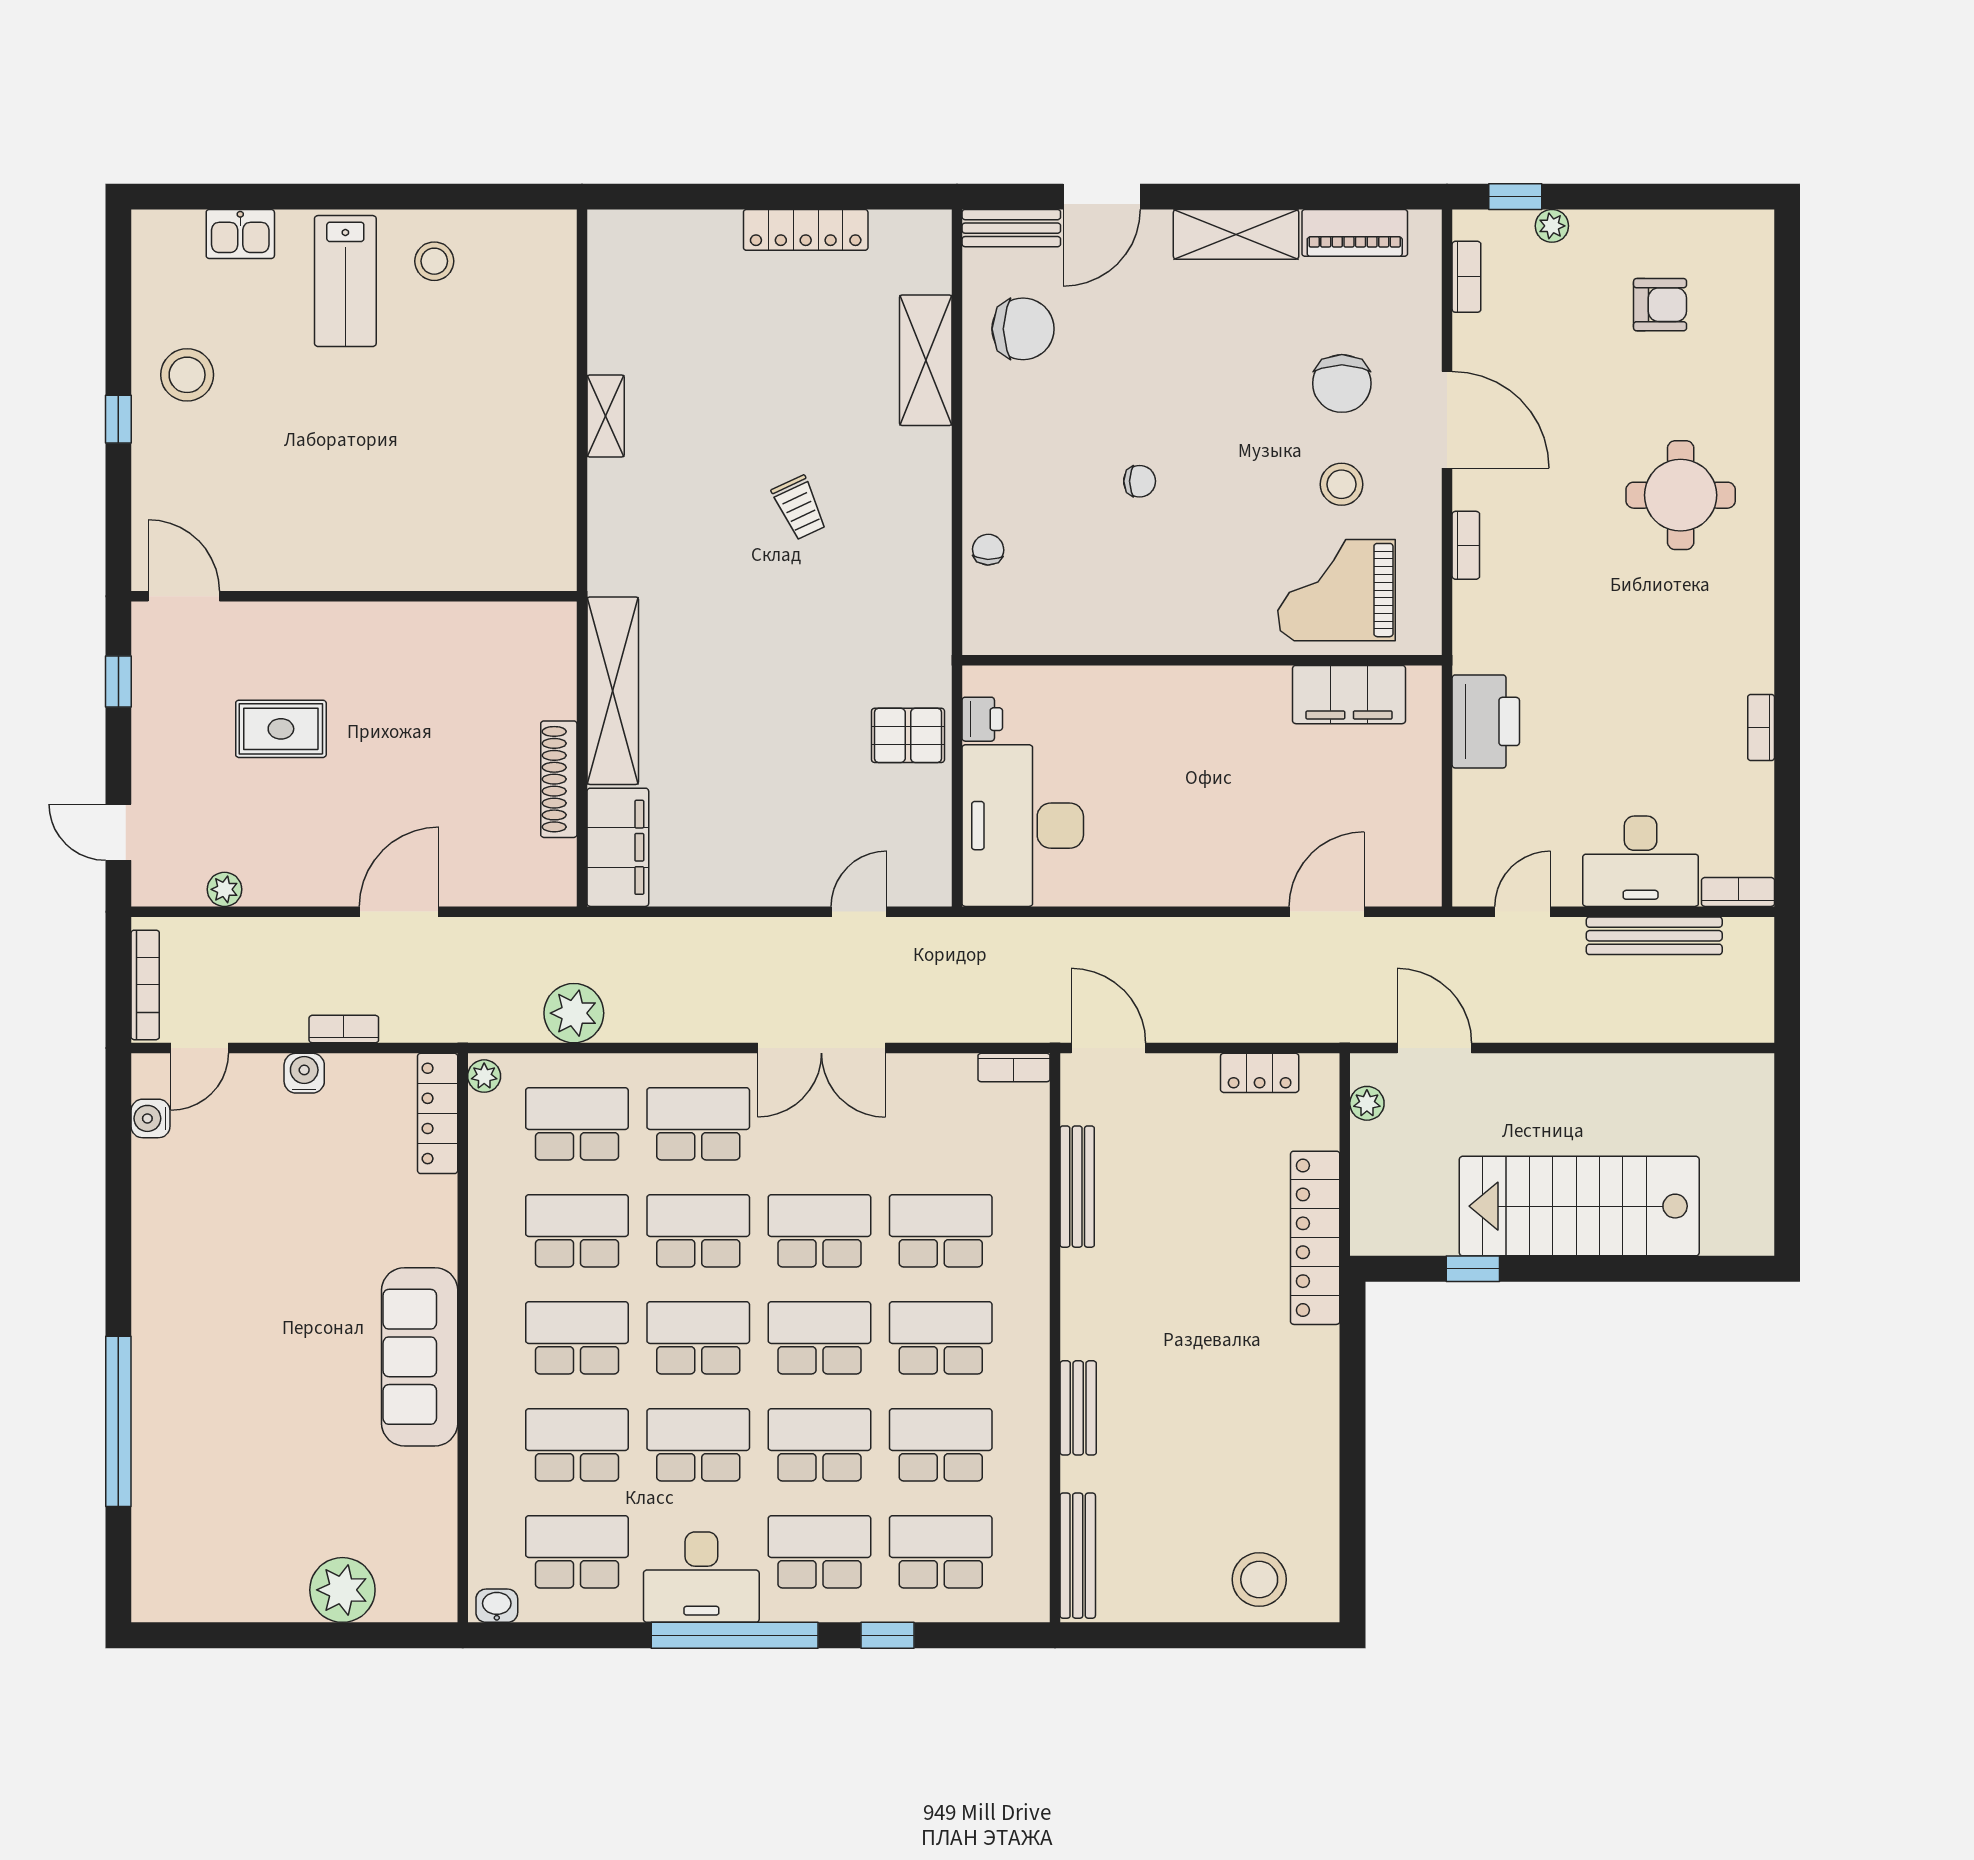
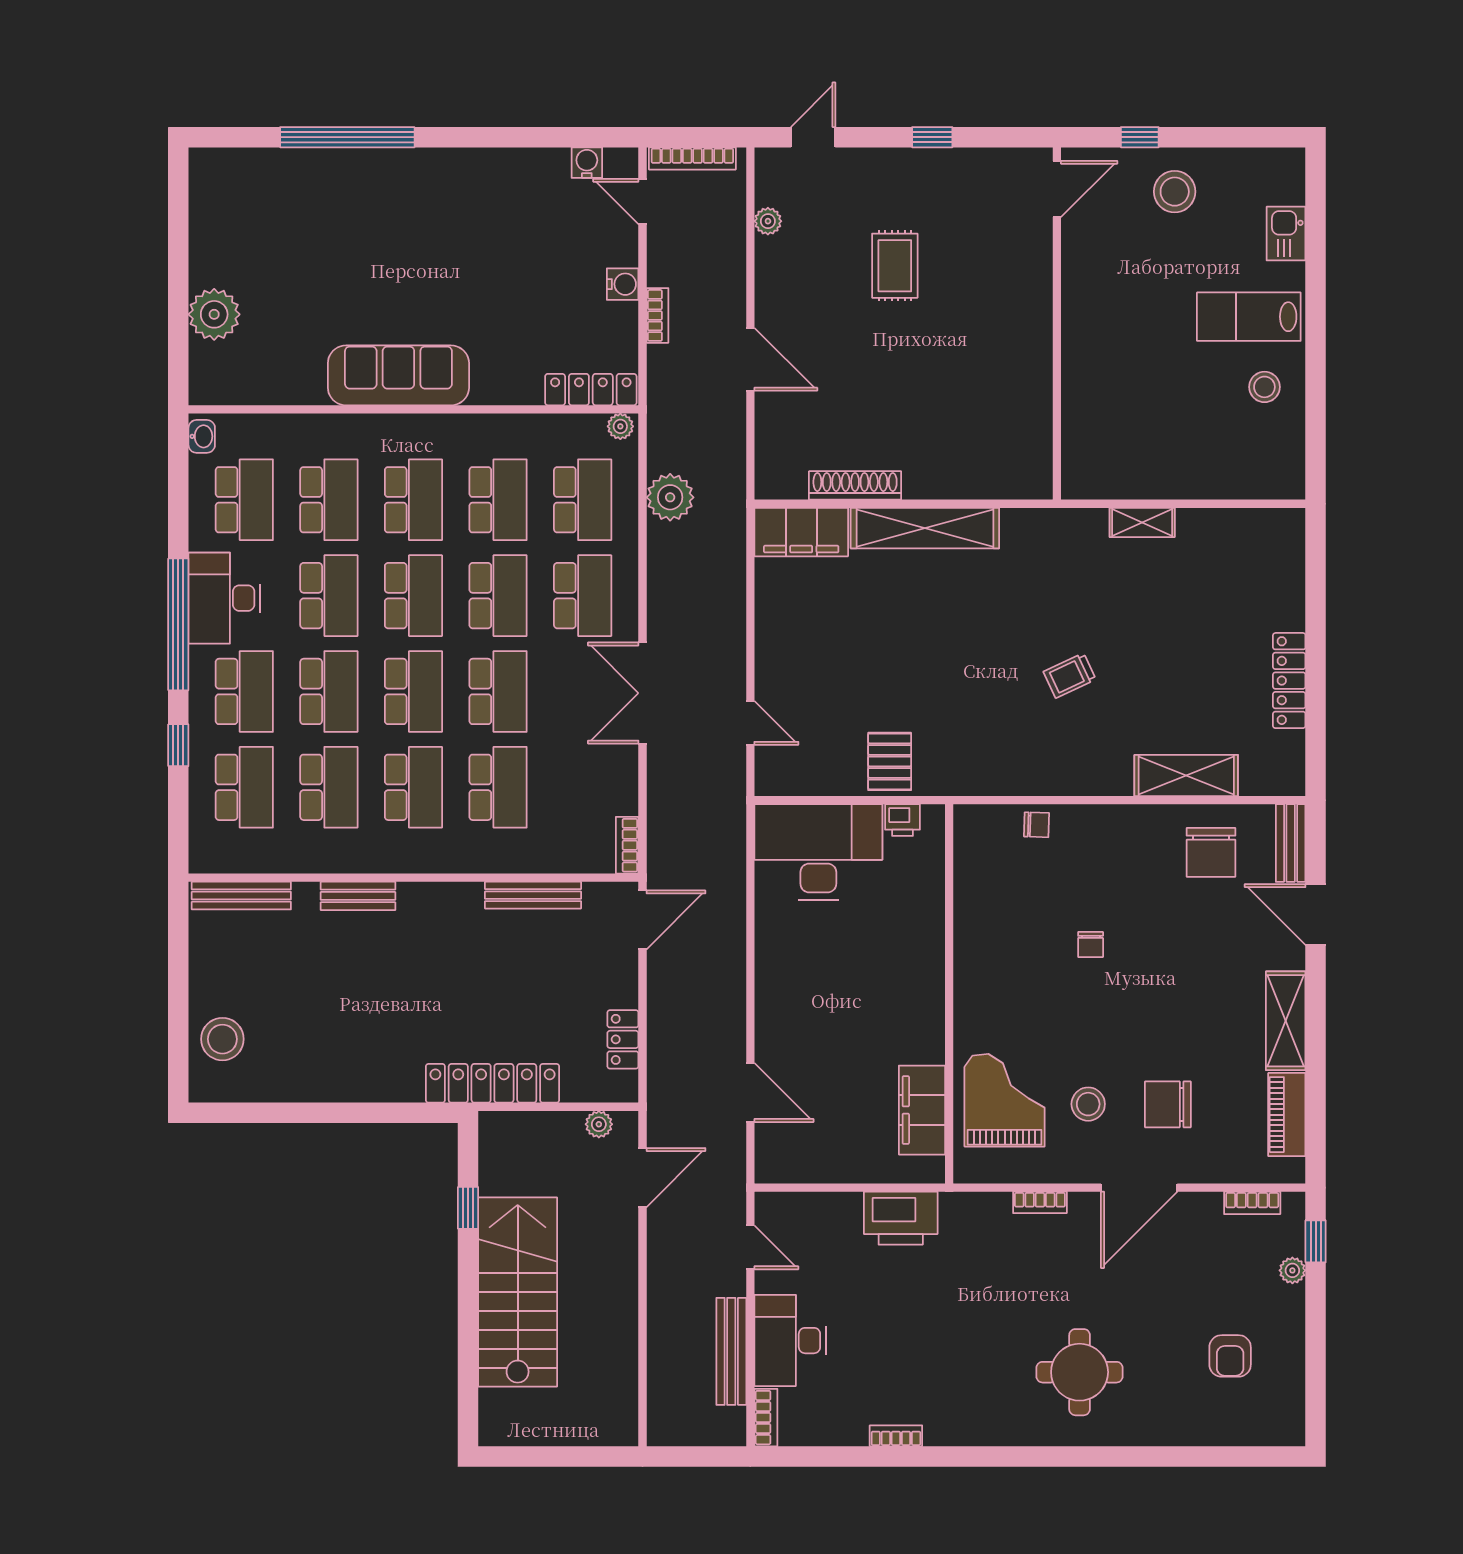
door: (184, 596) -> (1057, 189), moved
wall: (354, 596) -> (1057, 324), moved

